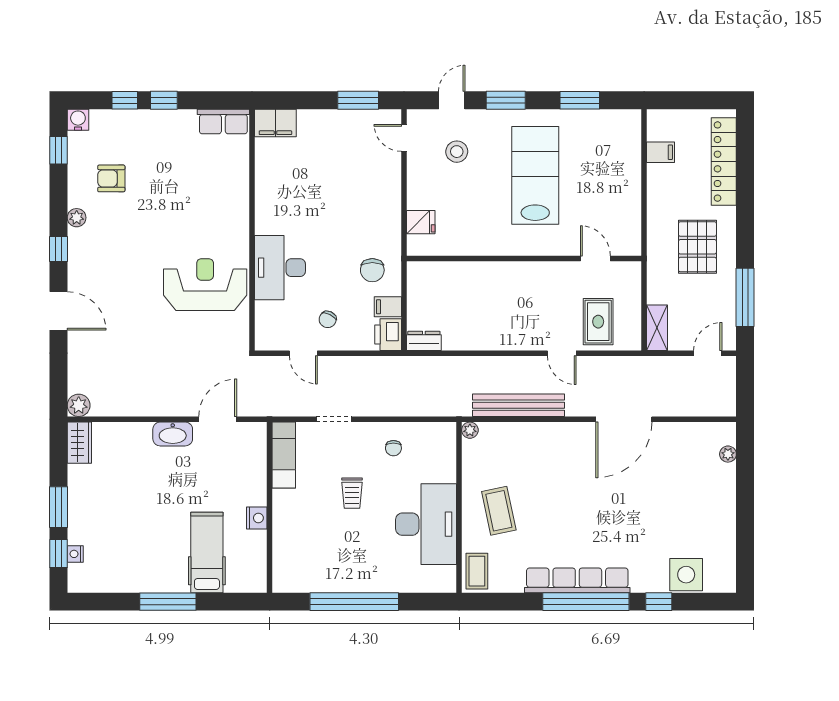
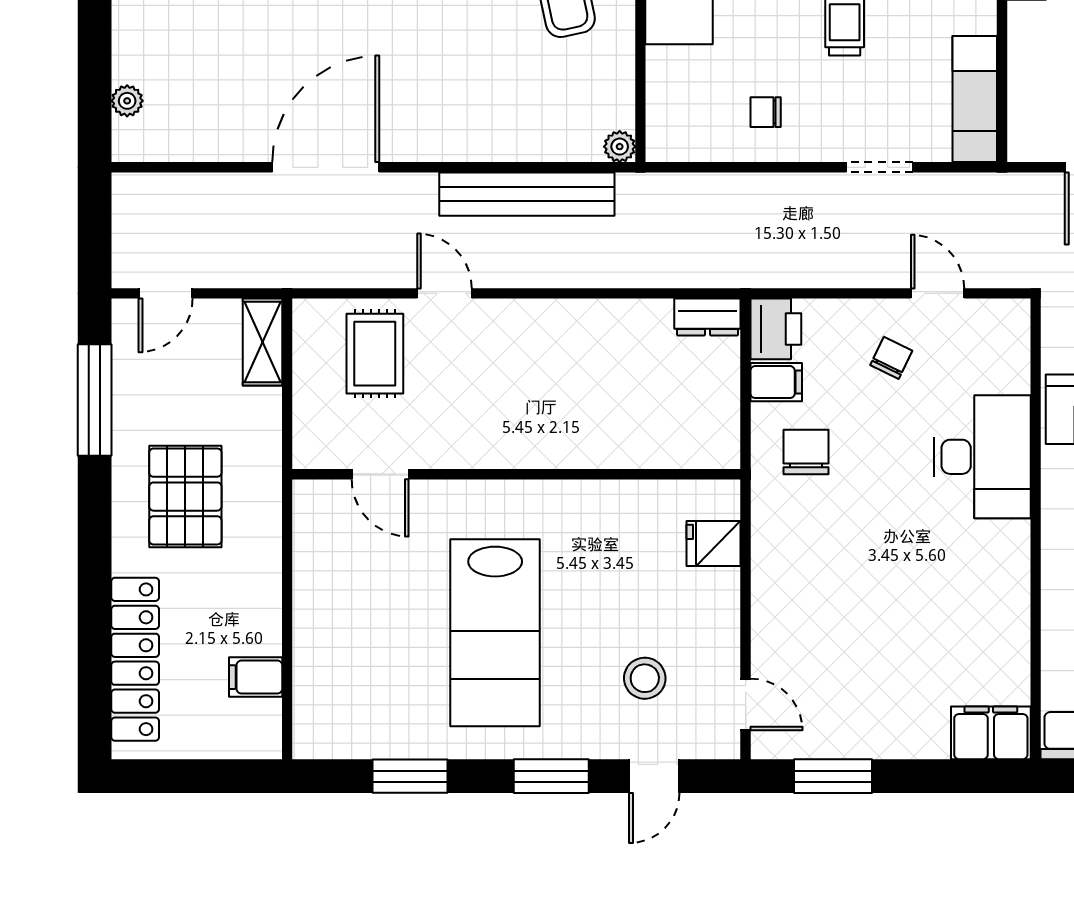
chair: (393, 448) -> (766, 112), turned -90

